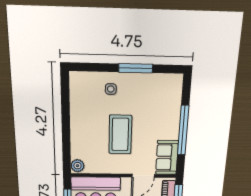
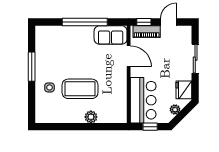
coffee table: (120, 135) -> (80, 89), moved
plant: (77, 166) -> (91, 117), moved

